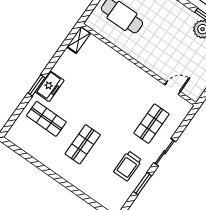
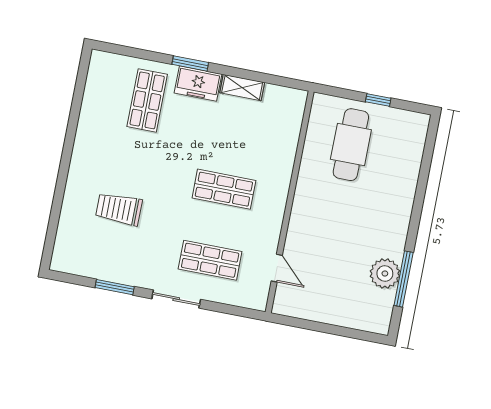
shelving: (79, 40) -> (242, 87), moved
shop shelf: (83, 144) -> (224, 189), moved
trolley: (128, 166) -> (119, 209), moved

